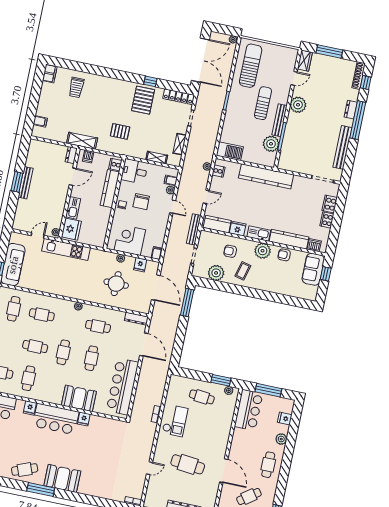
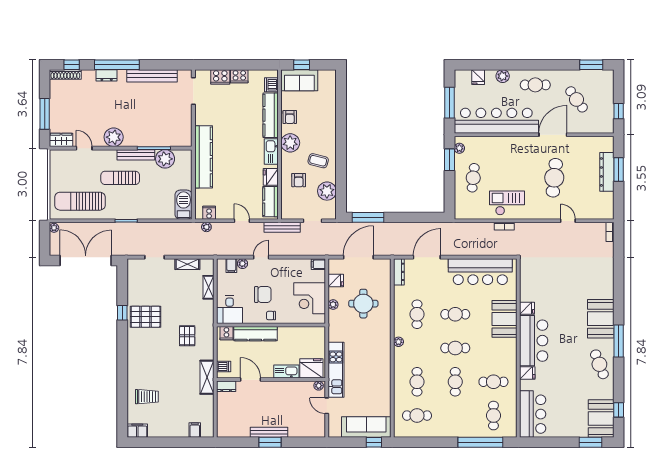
locker: (178, 97) -> (133, 277), removed
bar counter: (249, 410) -> (496, 121), width x1.86

